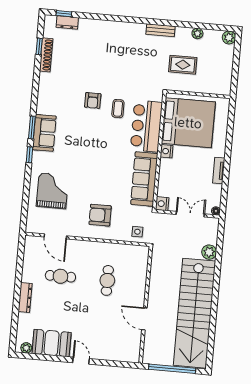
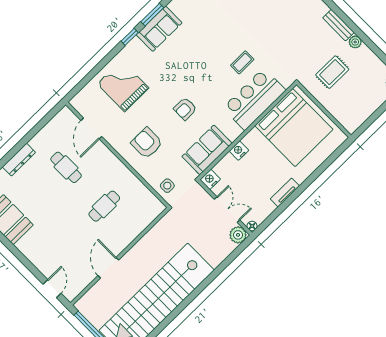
plant: (197, 33) -> (355, 42), moved
rug: (183, 65) -> (332, 72), turned 90
armchair: (93, 100) -> (185, 109), moved
nightstand: (167, 151) -> (239, 151), moved
sofa: (144, 179) -> (207, 150), width x0.73
grand piano: (52, 191) -> (123, 86), turned -90
plant: (209, 252) -> (238, 235), moved
door: (81, 361) -> (52, 289), moved

